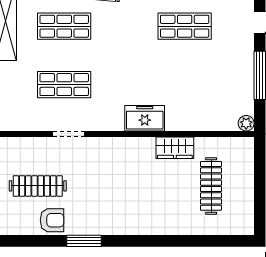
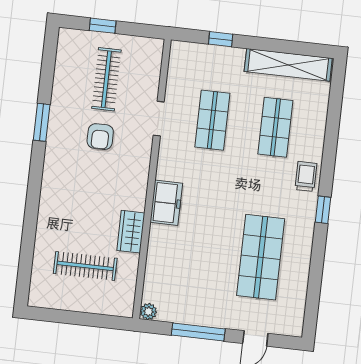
shop shelf: (185, 26) -> (261, 257), width x1.43, depth x1.36
armchair: (52, 220) -> (100, 137), moved

